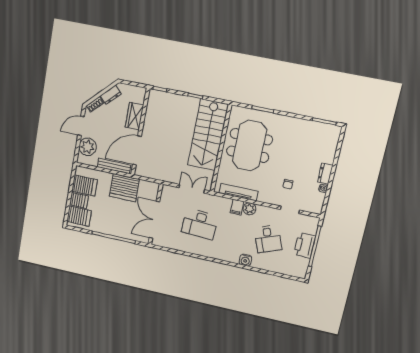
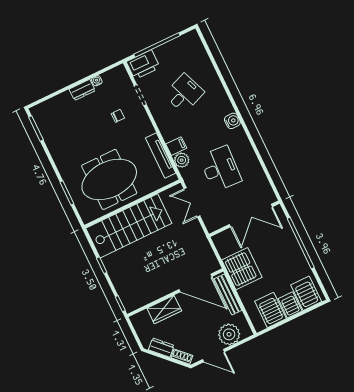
plant: (249, 209) -> (182, 160), moved
printer: (305, 245) -> (143, 65), moved
water cooler: (245, 260) -> (232, 121), moved

